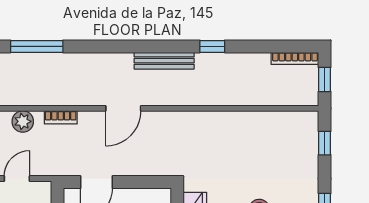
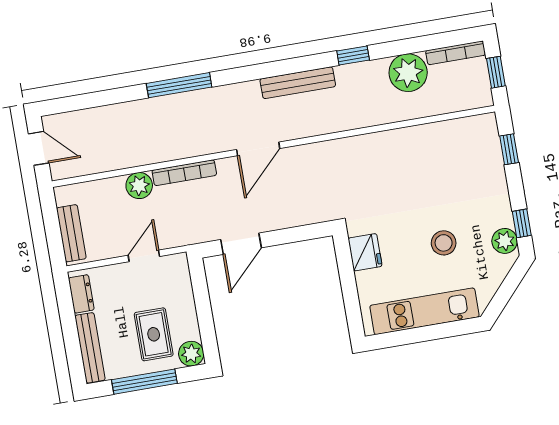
window: (37, 46) -> (179, 85), moved
plant: (254, 68) -> (408, 73), added
bookcase: (61, 117) -> (184, 173), width x1.56

